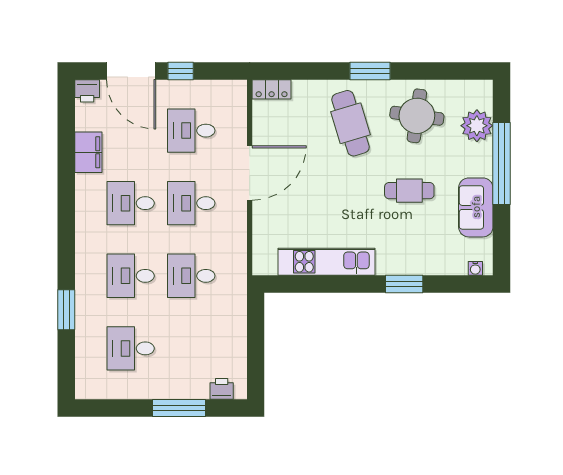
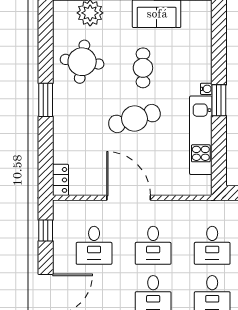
window: (181, 71) -> (46, 230), moved
cafe table: (351, 123) -> (134, 118), moved
water cooler: (475, 268) -> (206, 89), moved
window: (404, 284) -> (219, 100), moved

